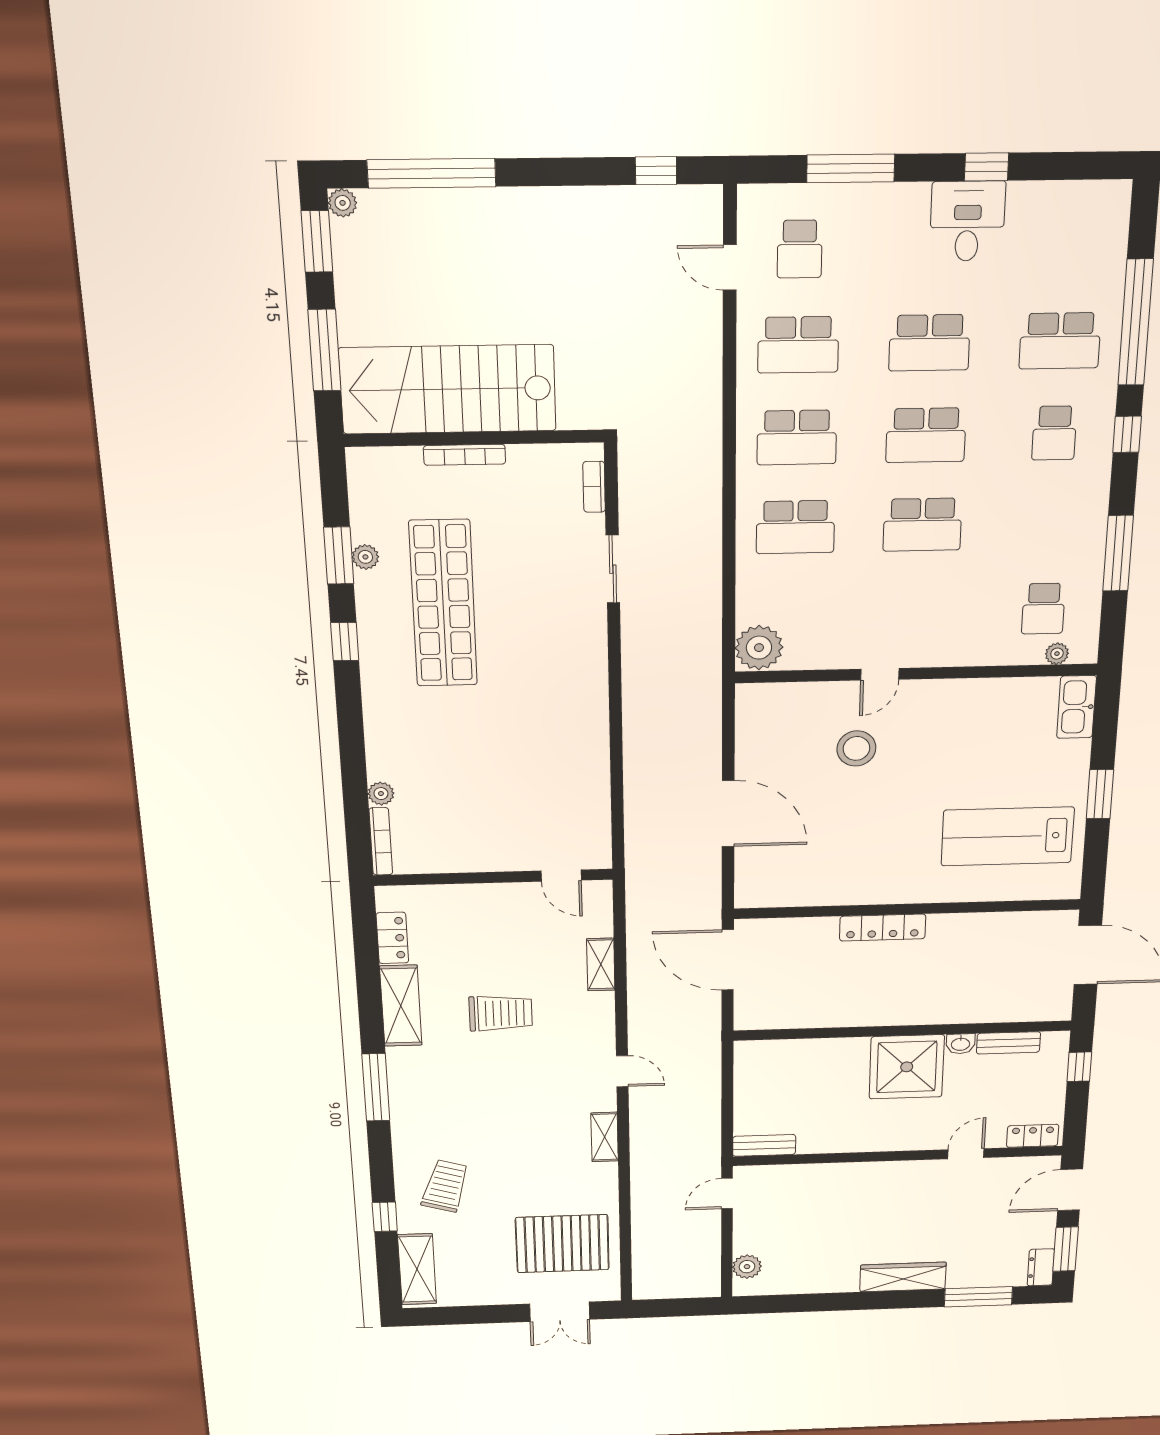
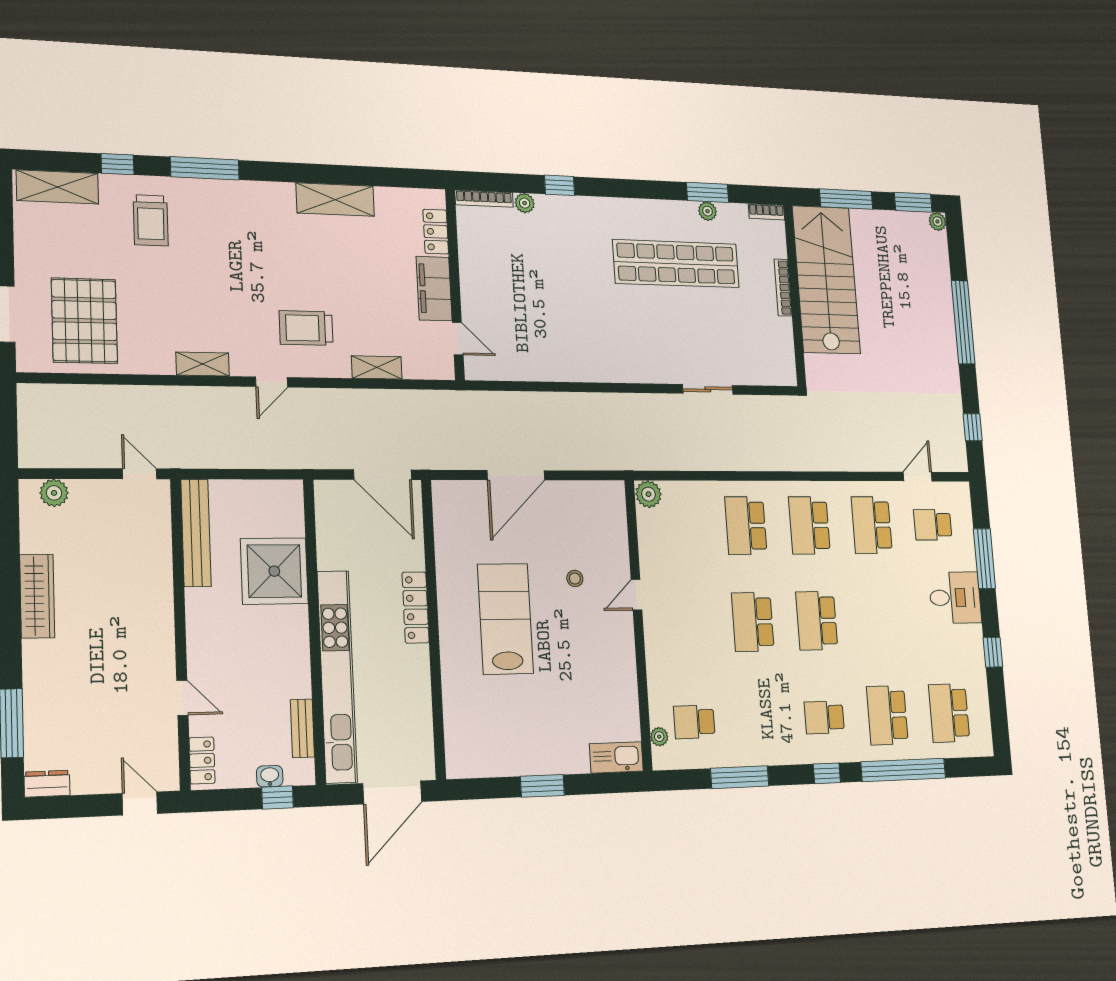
window: (432, 173) -> (963, 322), moved
desk: (967, 221) -> (955, 598), moved
school desk: (929, 343) -> (949, 713), moved
bookcase: (594, 487) -> (766, 212), moved, turned 180
window: (345, 642) -> (560, 185), moved
plant: (759, 648) -> (648, 494), width x0.73, depth x0.73
door: (880, 674) -> (636, 595), hinge flipped
stool: (856, 748) -> (575, 578), width x0.53, depth x0.53
lab bench: (1008, 836) -> (505, 619), moved
door: (561, 876) -> (458, 339), swing flipped
filing cabinet: (501, 901) -> (434, 289), added
locker: (392, 938) -> (436, 232), moved, turned 90
door: (728, 960) -> (383, 475), swing flipped
kitchen unit: (955, 1009) -> (337, 676), added
trolley: (501, 1013) -> (306, 328), moved, turned 90
washbasin: (961, 1044) -> (270, 776), moved, turned 90
shower: (907, 1067) -> (274, 571), moved
window: (376, 1087) -> (205, 168), moved
bench: (764, 1145) -> (196, 533), width x1.86, depth x1.21
trolley: (445, 1186) -> (151, 220), turned 73
door: (1070, 1190) -> (140, 804), width x0.73
window: (1066, 1249) -> (69, 807), removed
wardrobe: (903, 1277) -> (37, 596), moved

